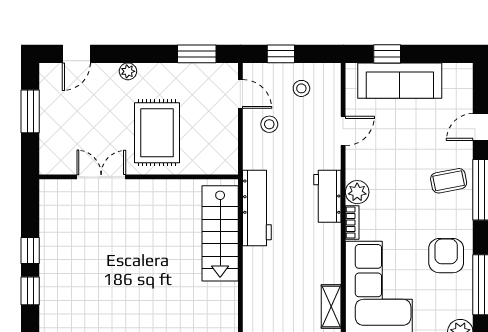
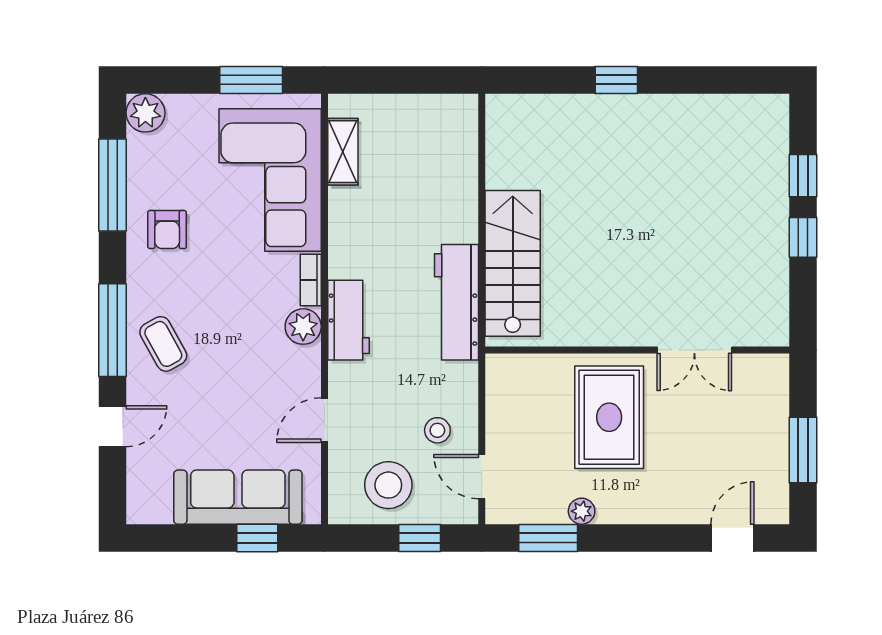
plant: (128, 71) -> (582, 511), moved
stool: (301, 88) -> (388, 485), width x1.89, depth x1.89
coffee table: (449, 181) -> (163, 344), turned 72
armchair: (446, 256) -> (167, 230), width x0.72, depth x0.72

